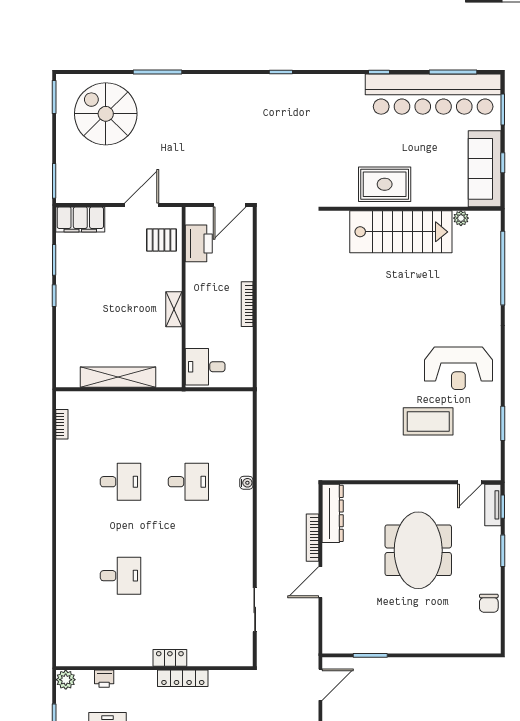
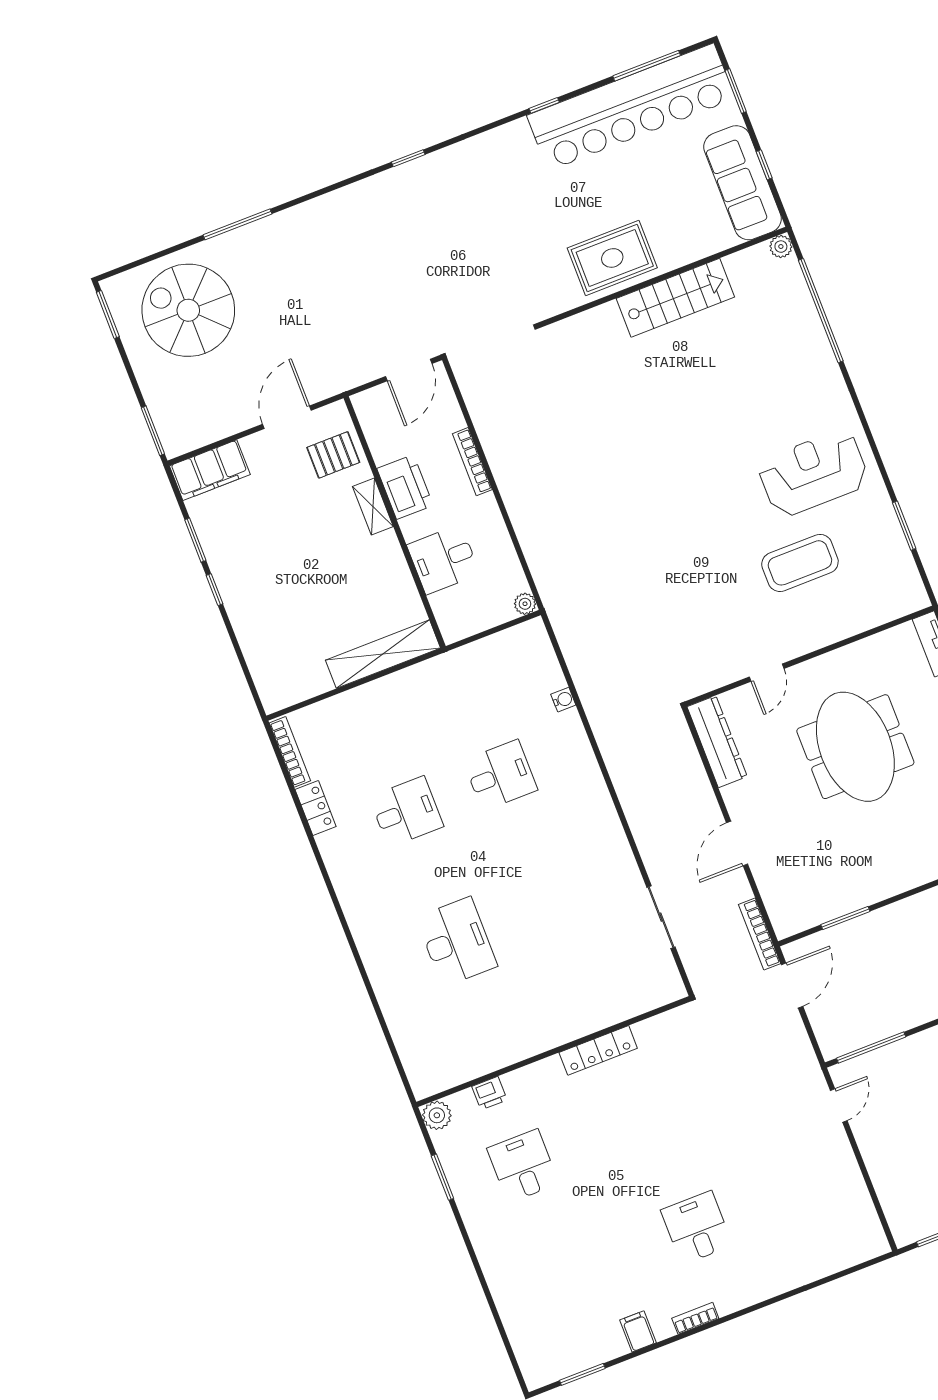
plant: (461, 218) -> (781, 247), moved
stairs: (401, 232) -> (675, 298), width x0.73, depth x0.66
printer: (199, 243) -> (405, 487), moved
bookcase: (247, 304) -> (472, 462), moved
shelving: (174, 309) -> (373, 507), moved
desk: (205, 367) -> (443, 560), moved
reception desk: (458, 368) -> (813, 473), turned 180
shelving: (118, 377) -> (383, 654), moved
plant: (246, 380) -> (525, 604), added
bookcase: (62, 424) -> (290, 752), width x1.56
door: (470, 482) -> (767, 673), moved
water cooler: (246, 483) -> (563, 700), moved
bookcase: (312, 538) -> (760, 934), moved
desk: (120, 576) -> (457, 942), width x1.37
locker: (170, 658) -> (316, 808), moved, turned 90

